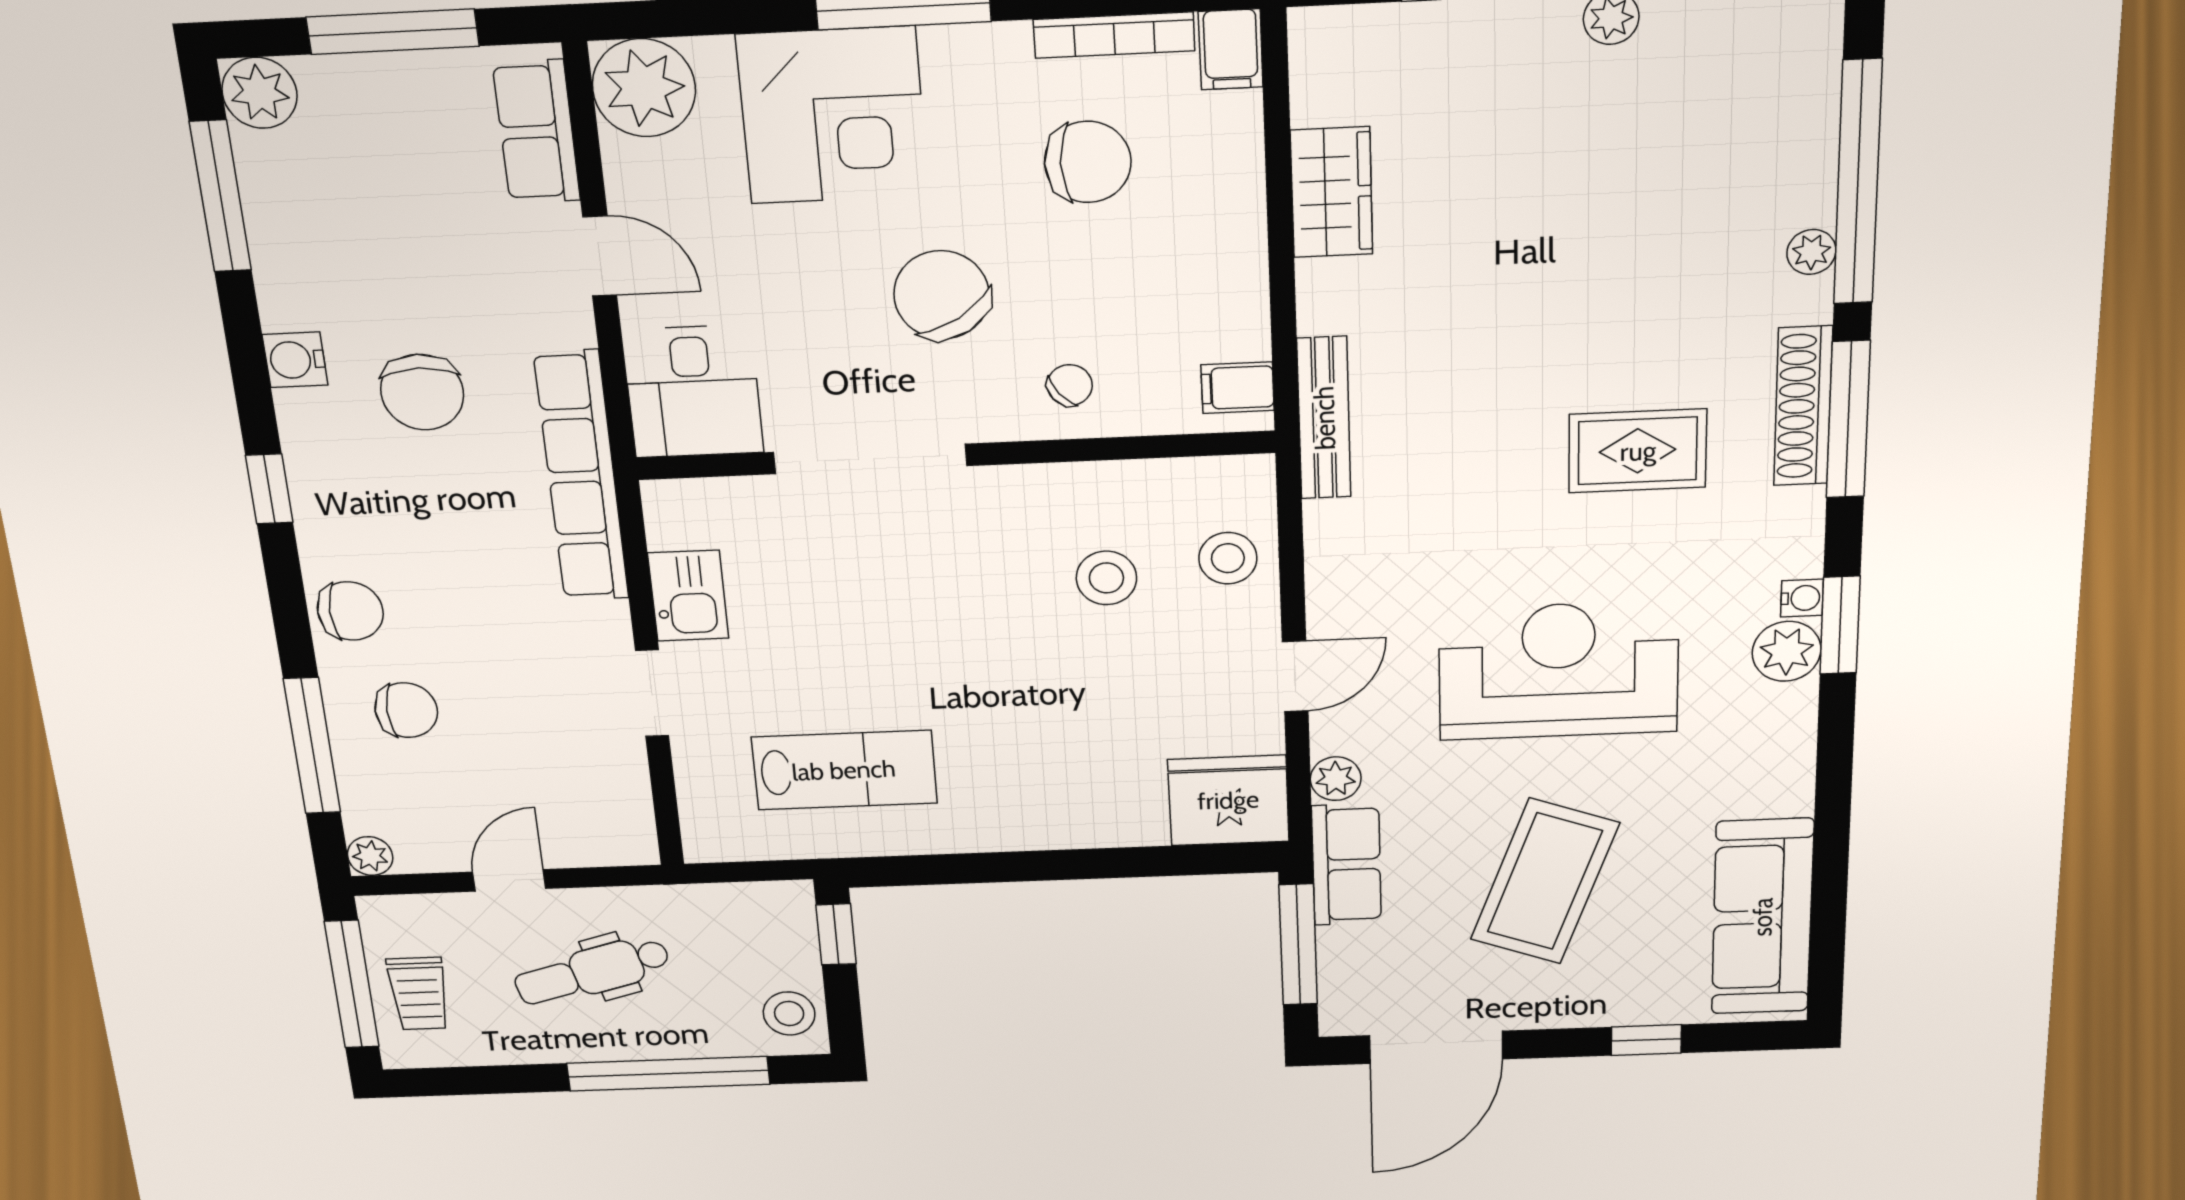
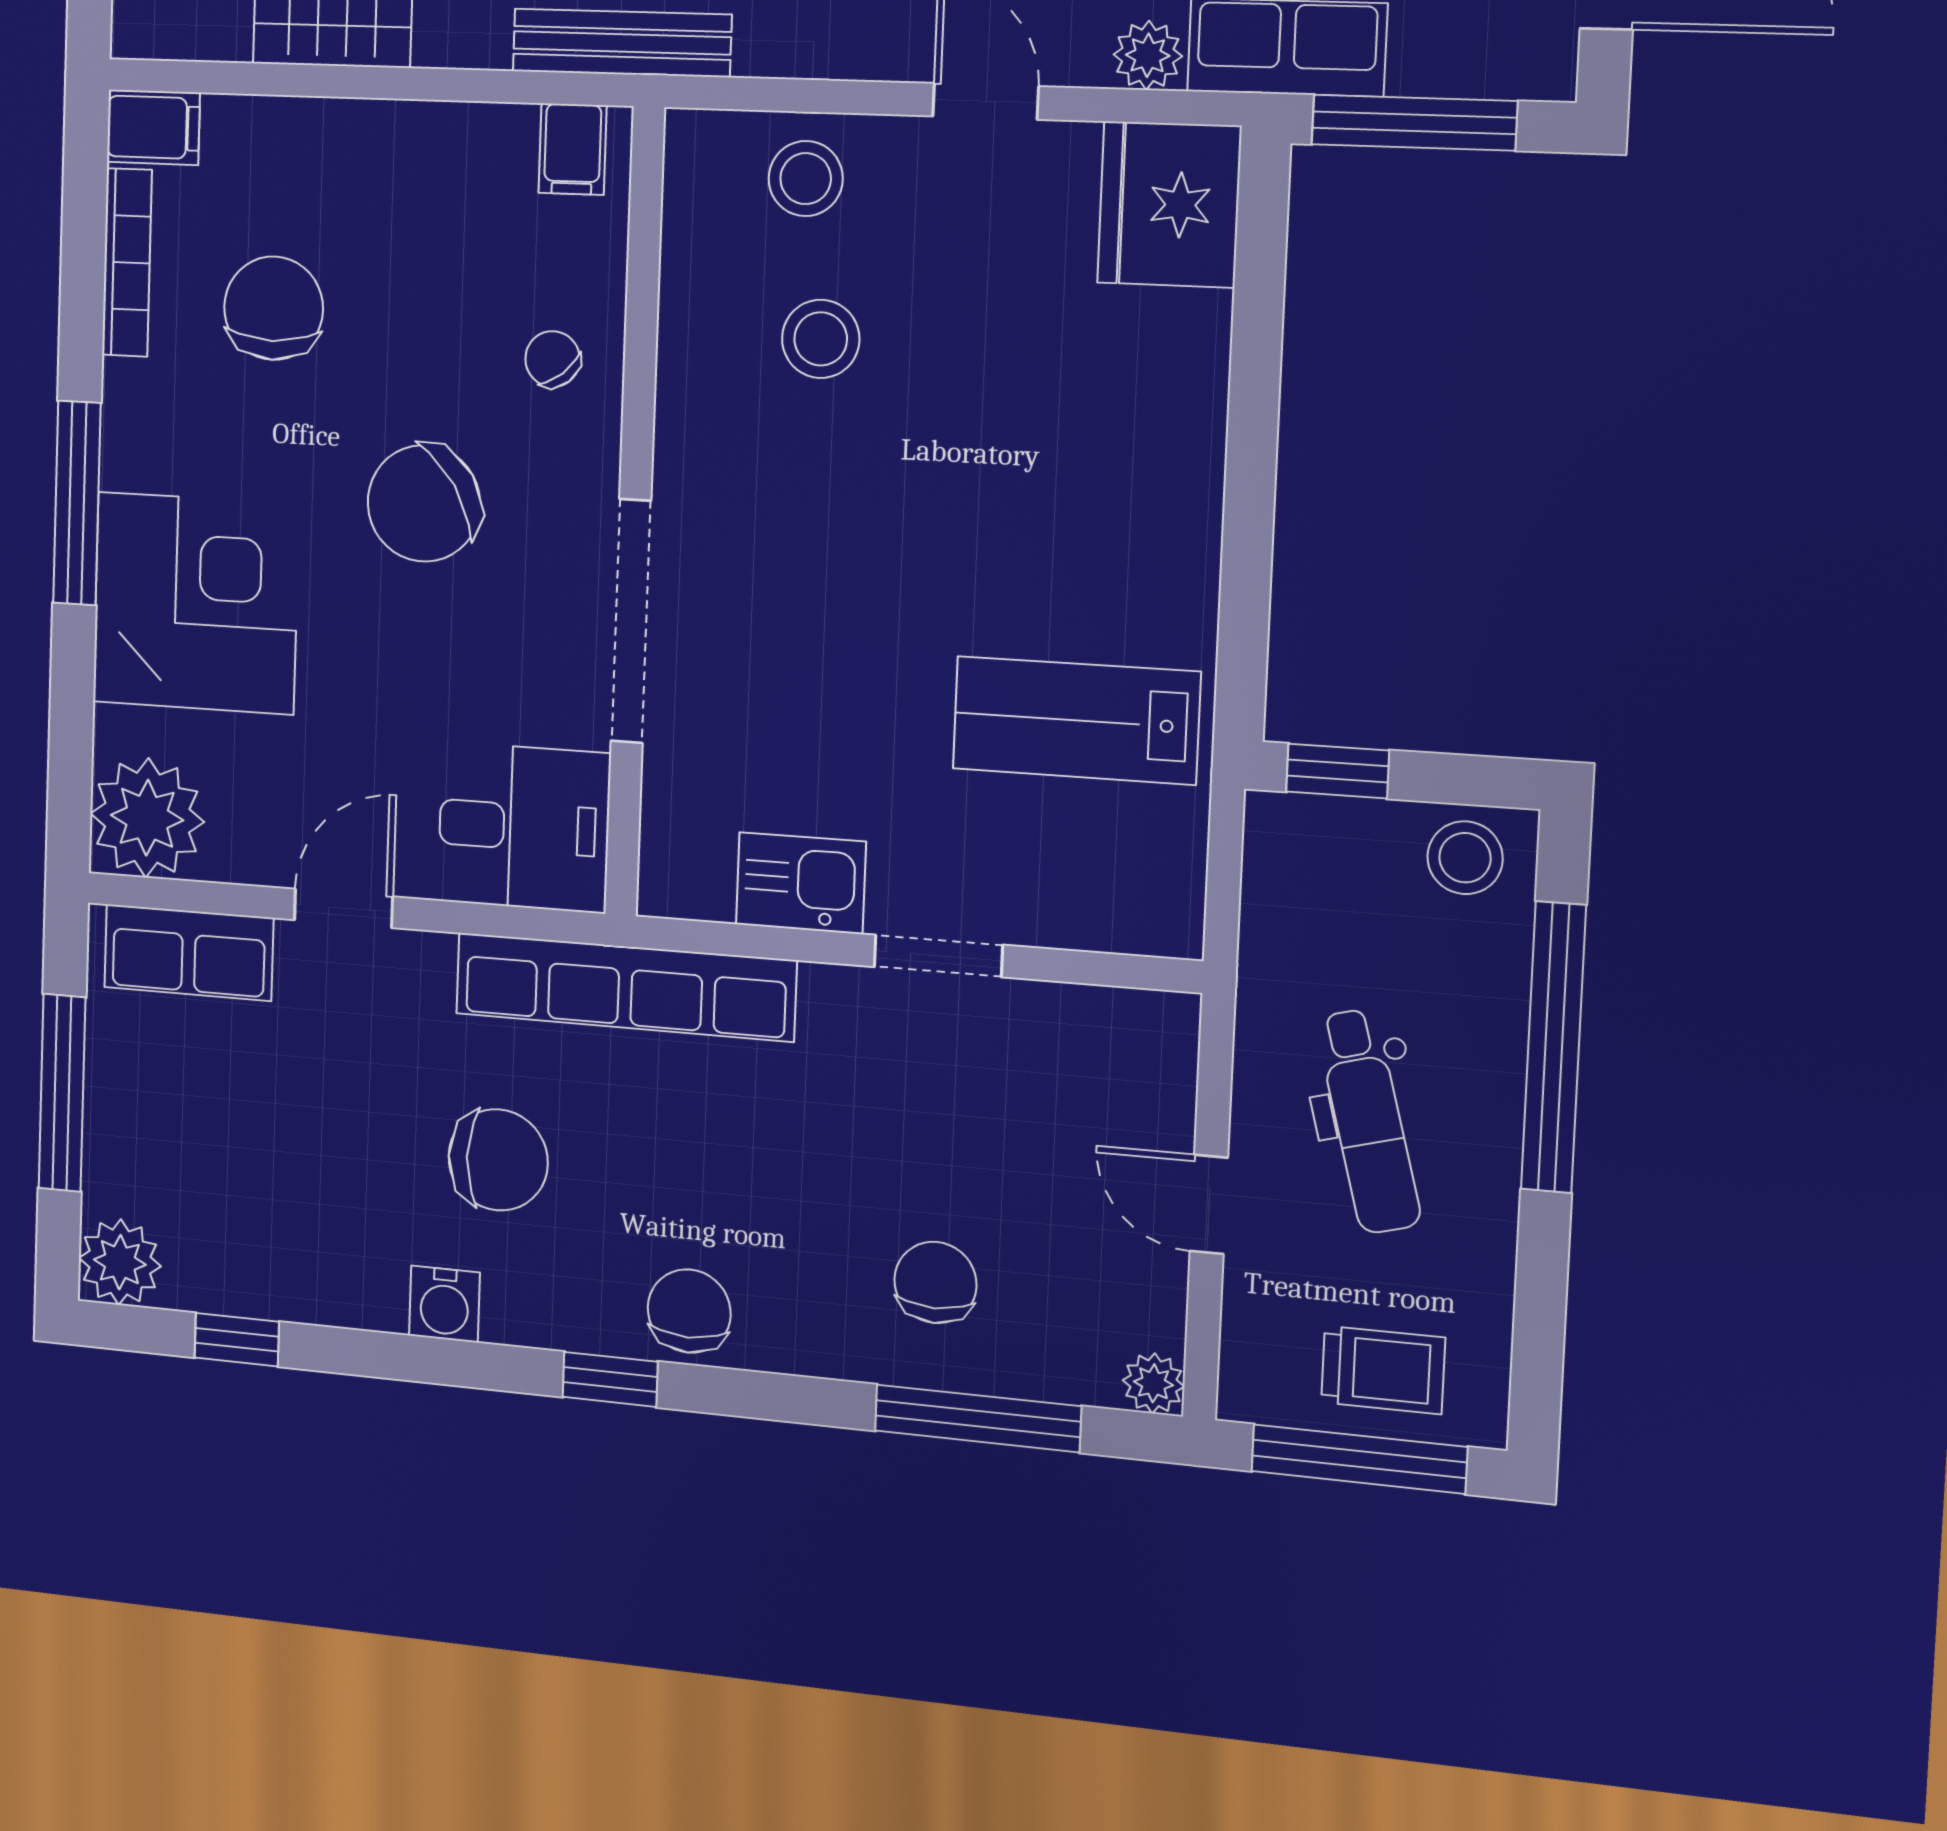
window: (220, 196) -> (237, 1340), width x0.46
chair: (350, 611) -> (689, 1311), moved
lab bench: (844, 770) -> (1076, 720), turned -90

